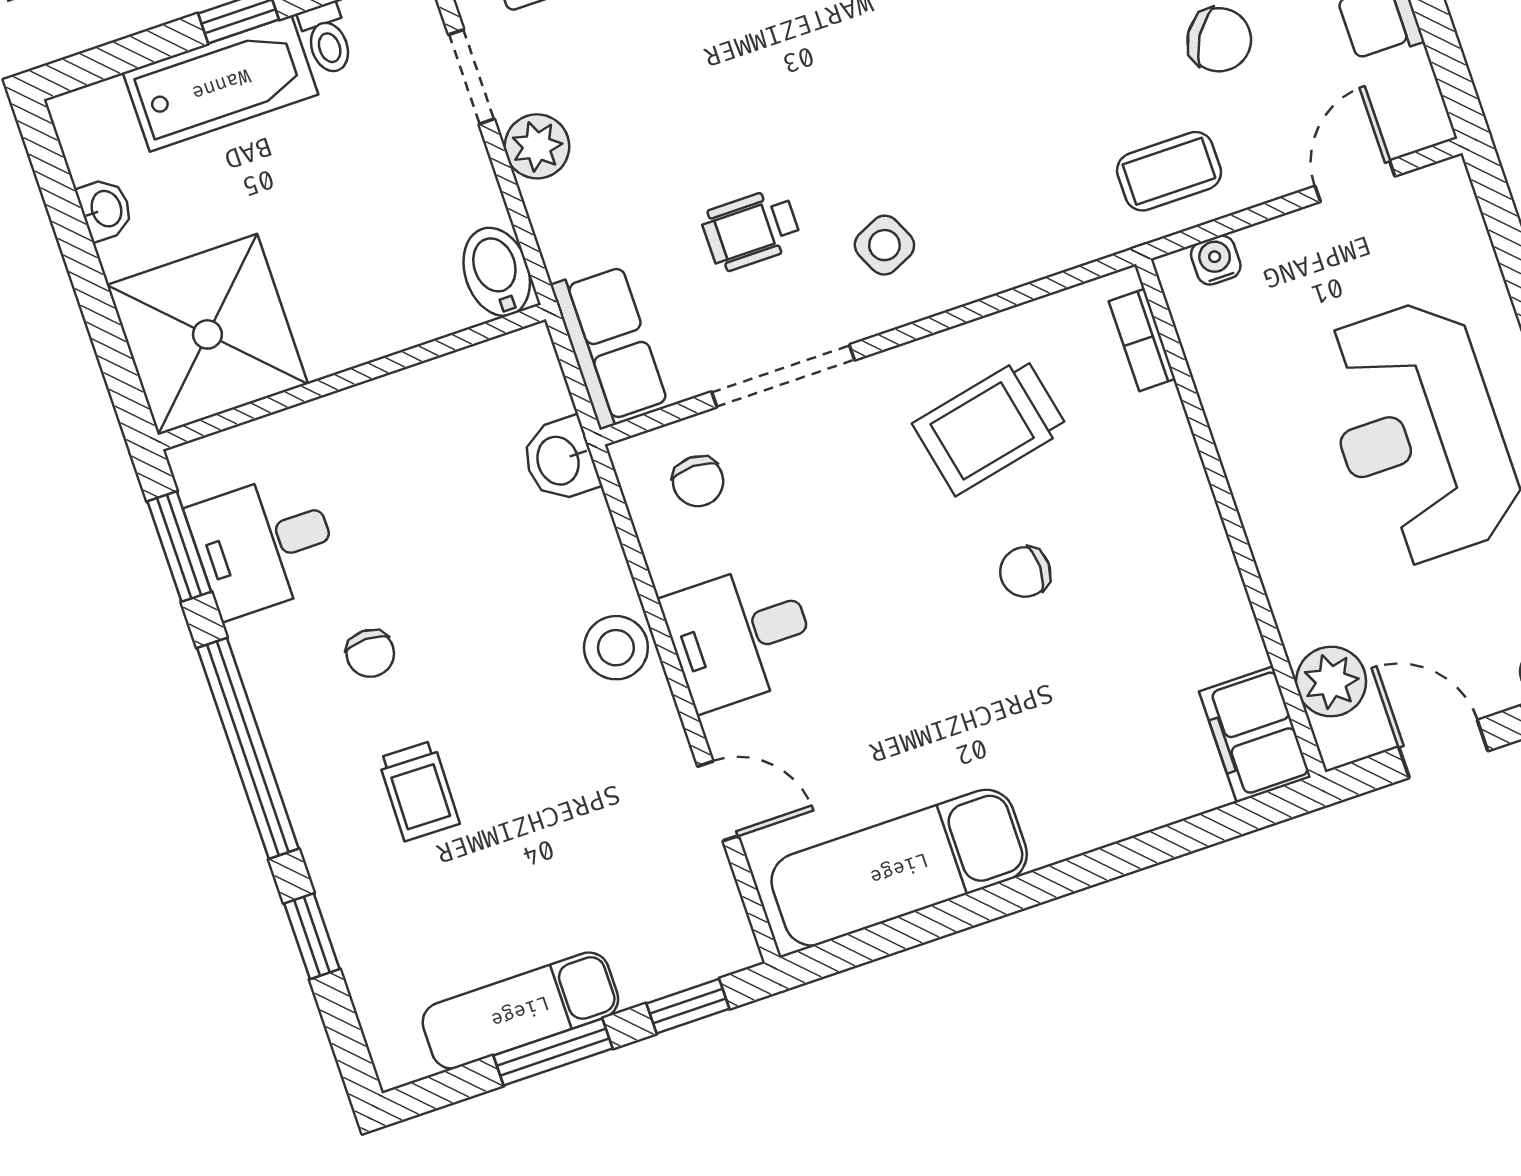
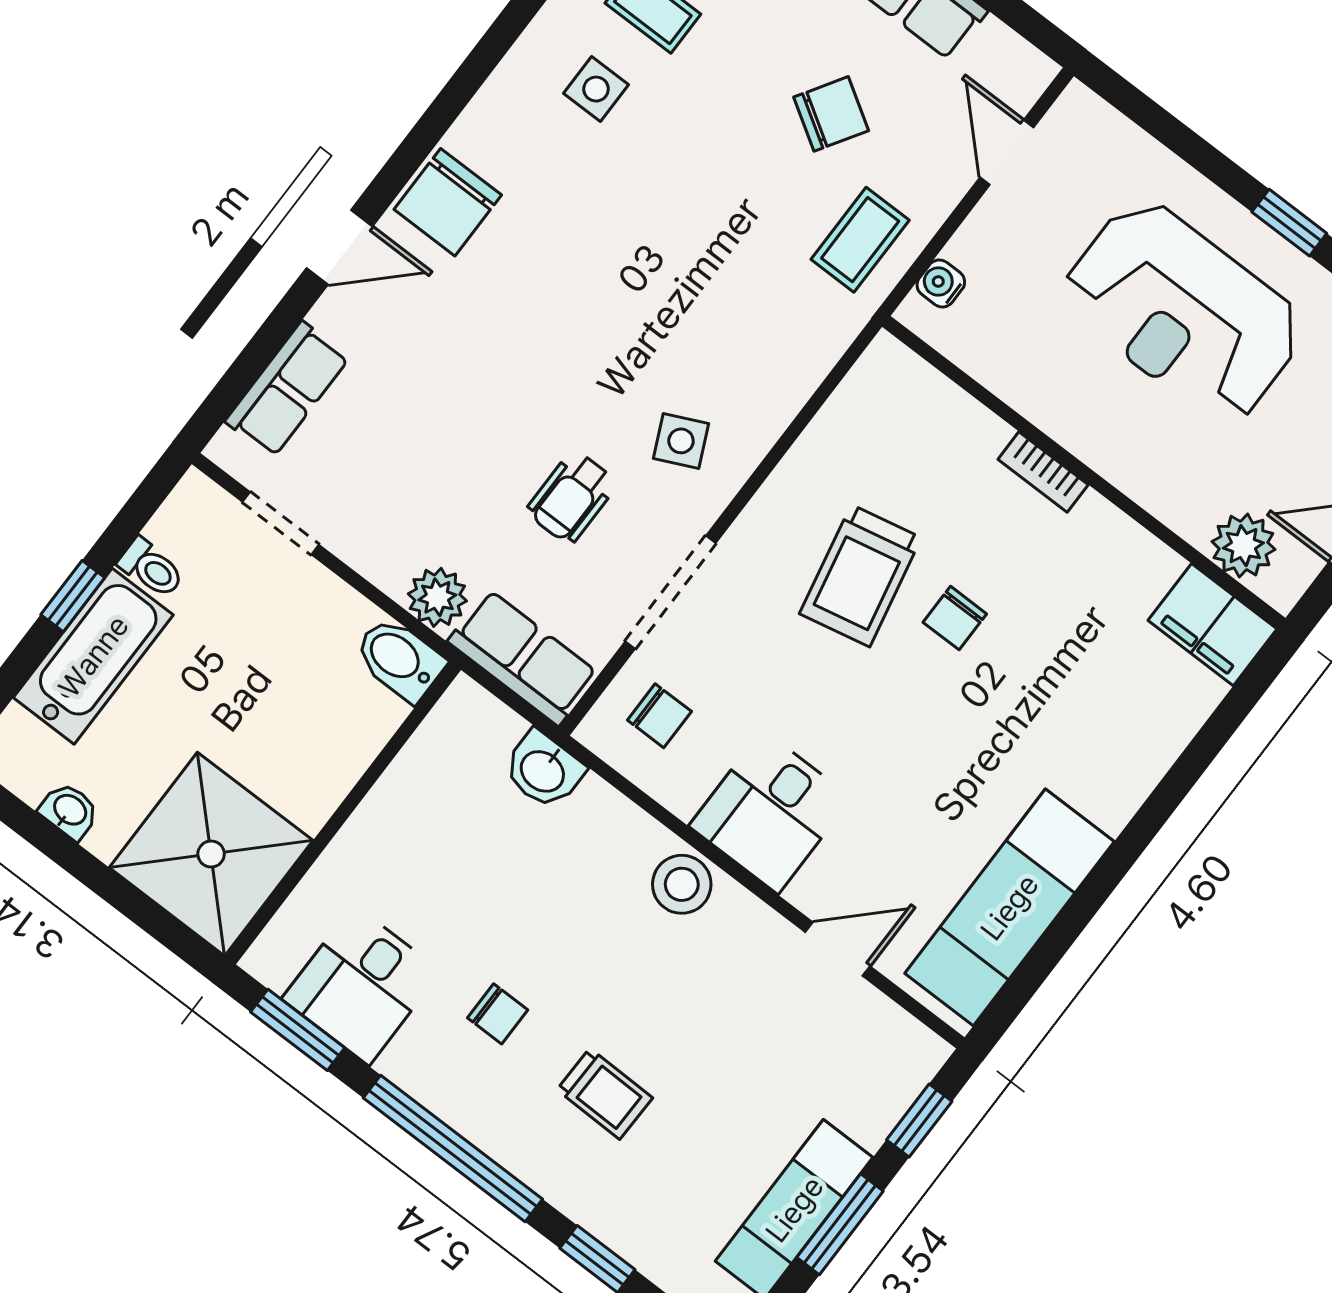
plant: (537, 146) -> (437, 597), moved
bookcase: (1142, 340) -> (1043, 472), moved
trolley: (990, 426) -> (860, 576), moved

